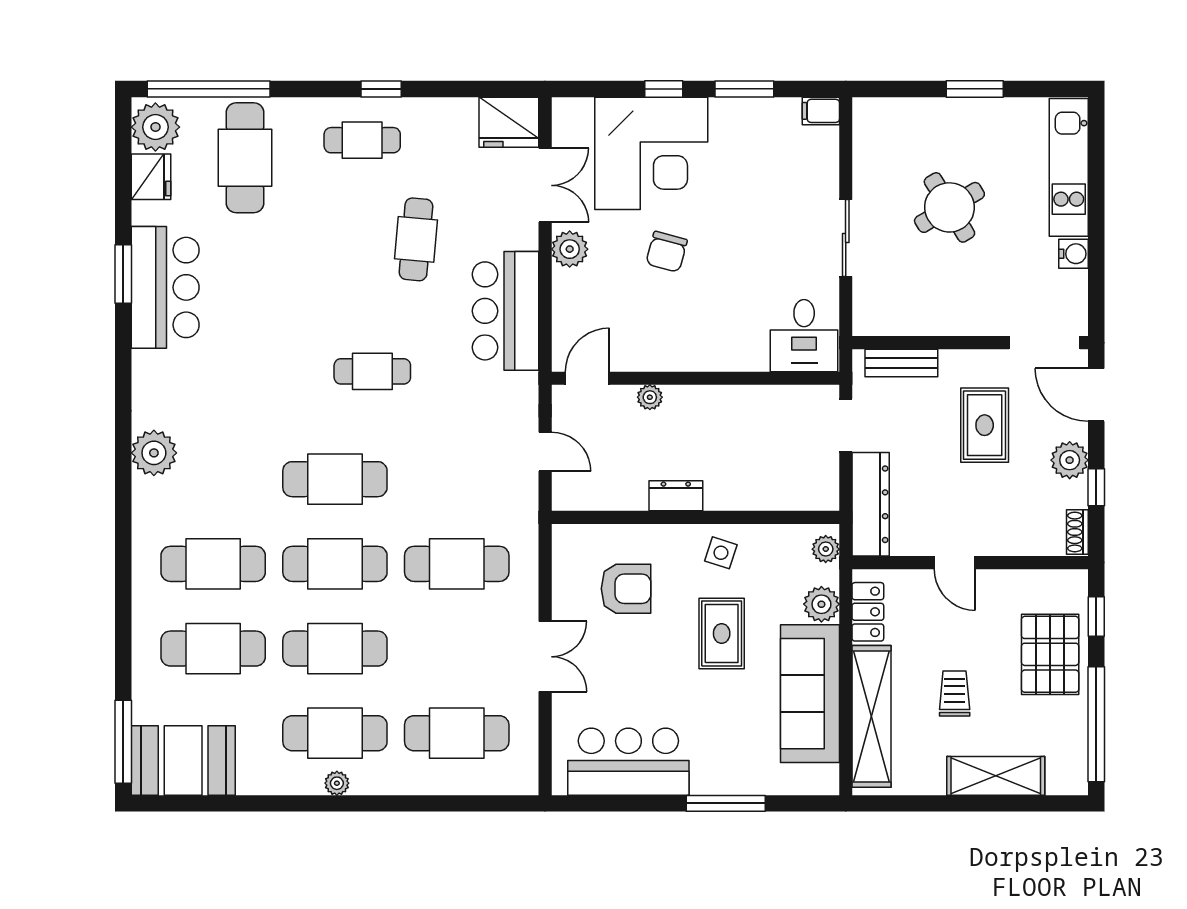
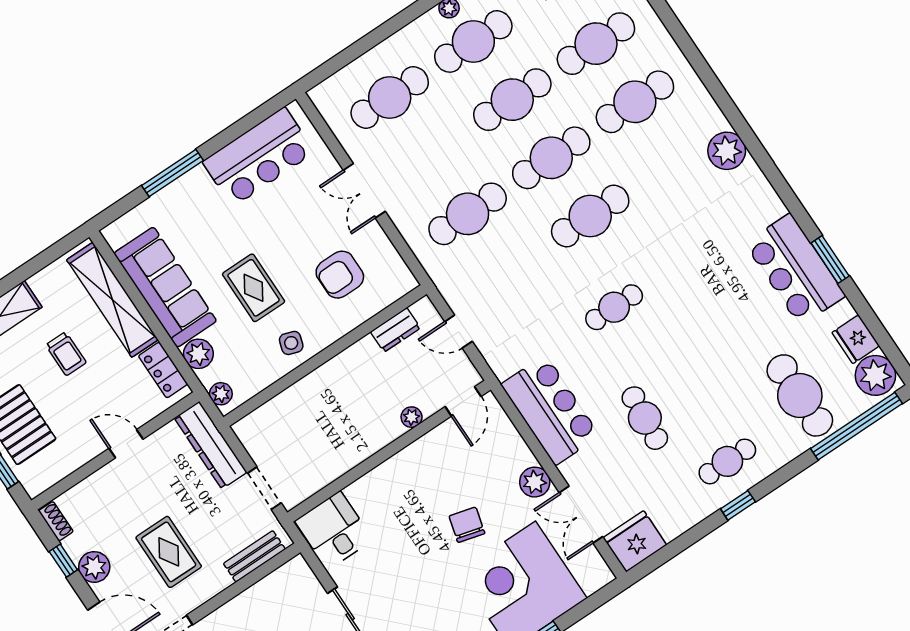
dresser: (676, 496) -> (395, 330), moved

